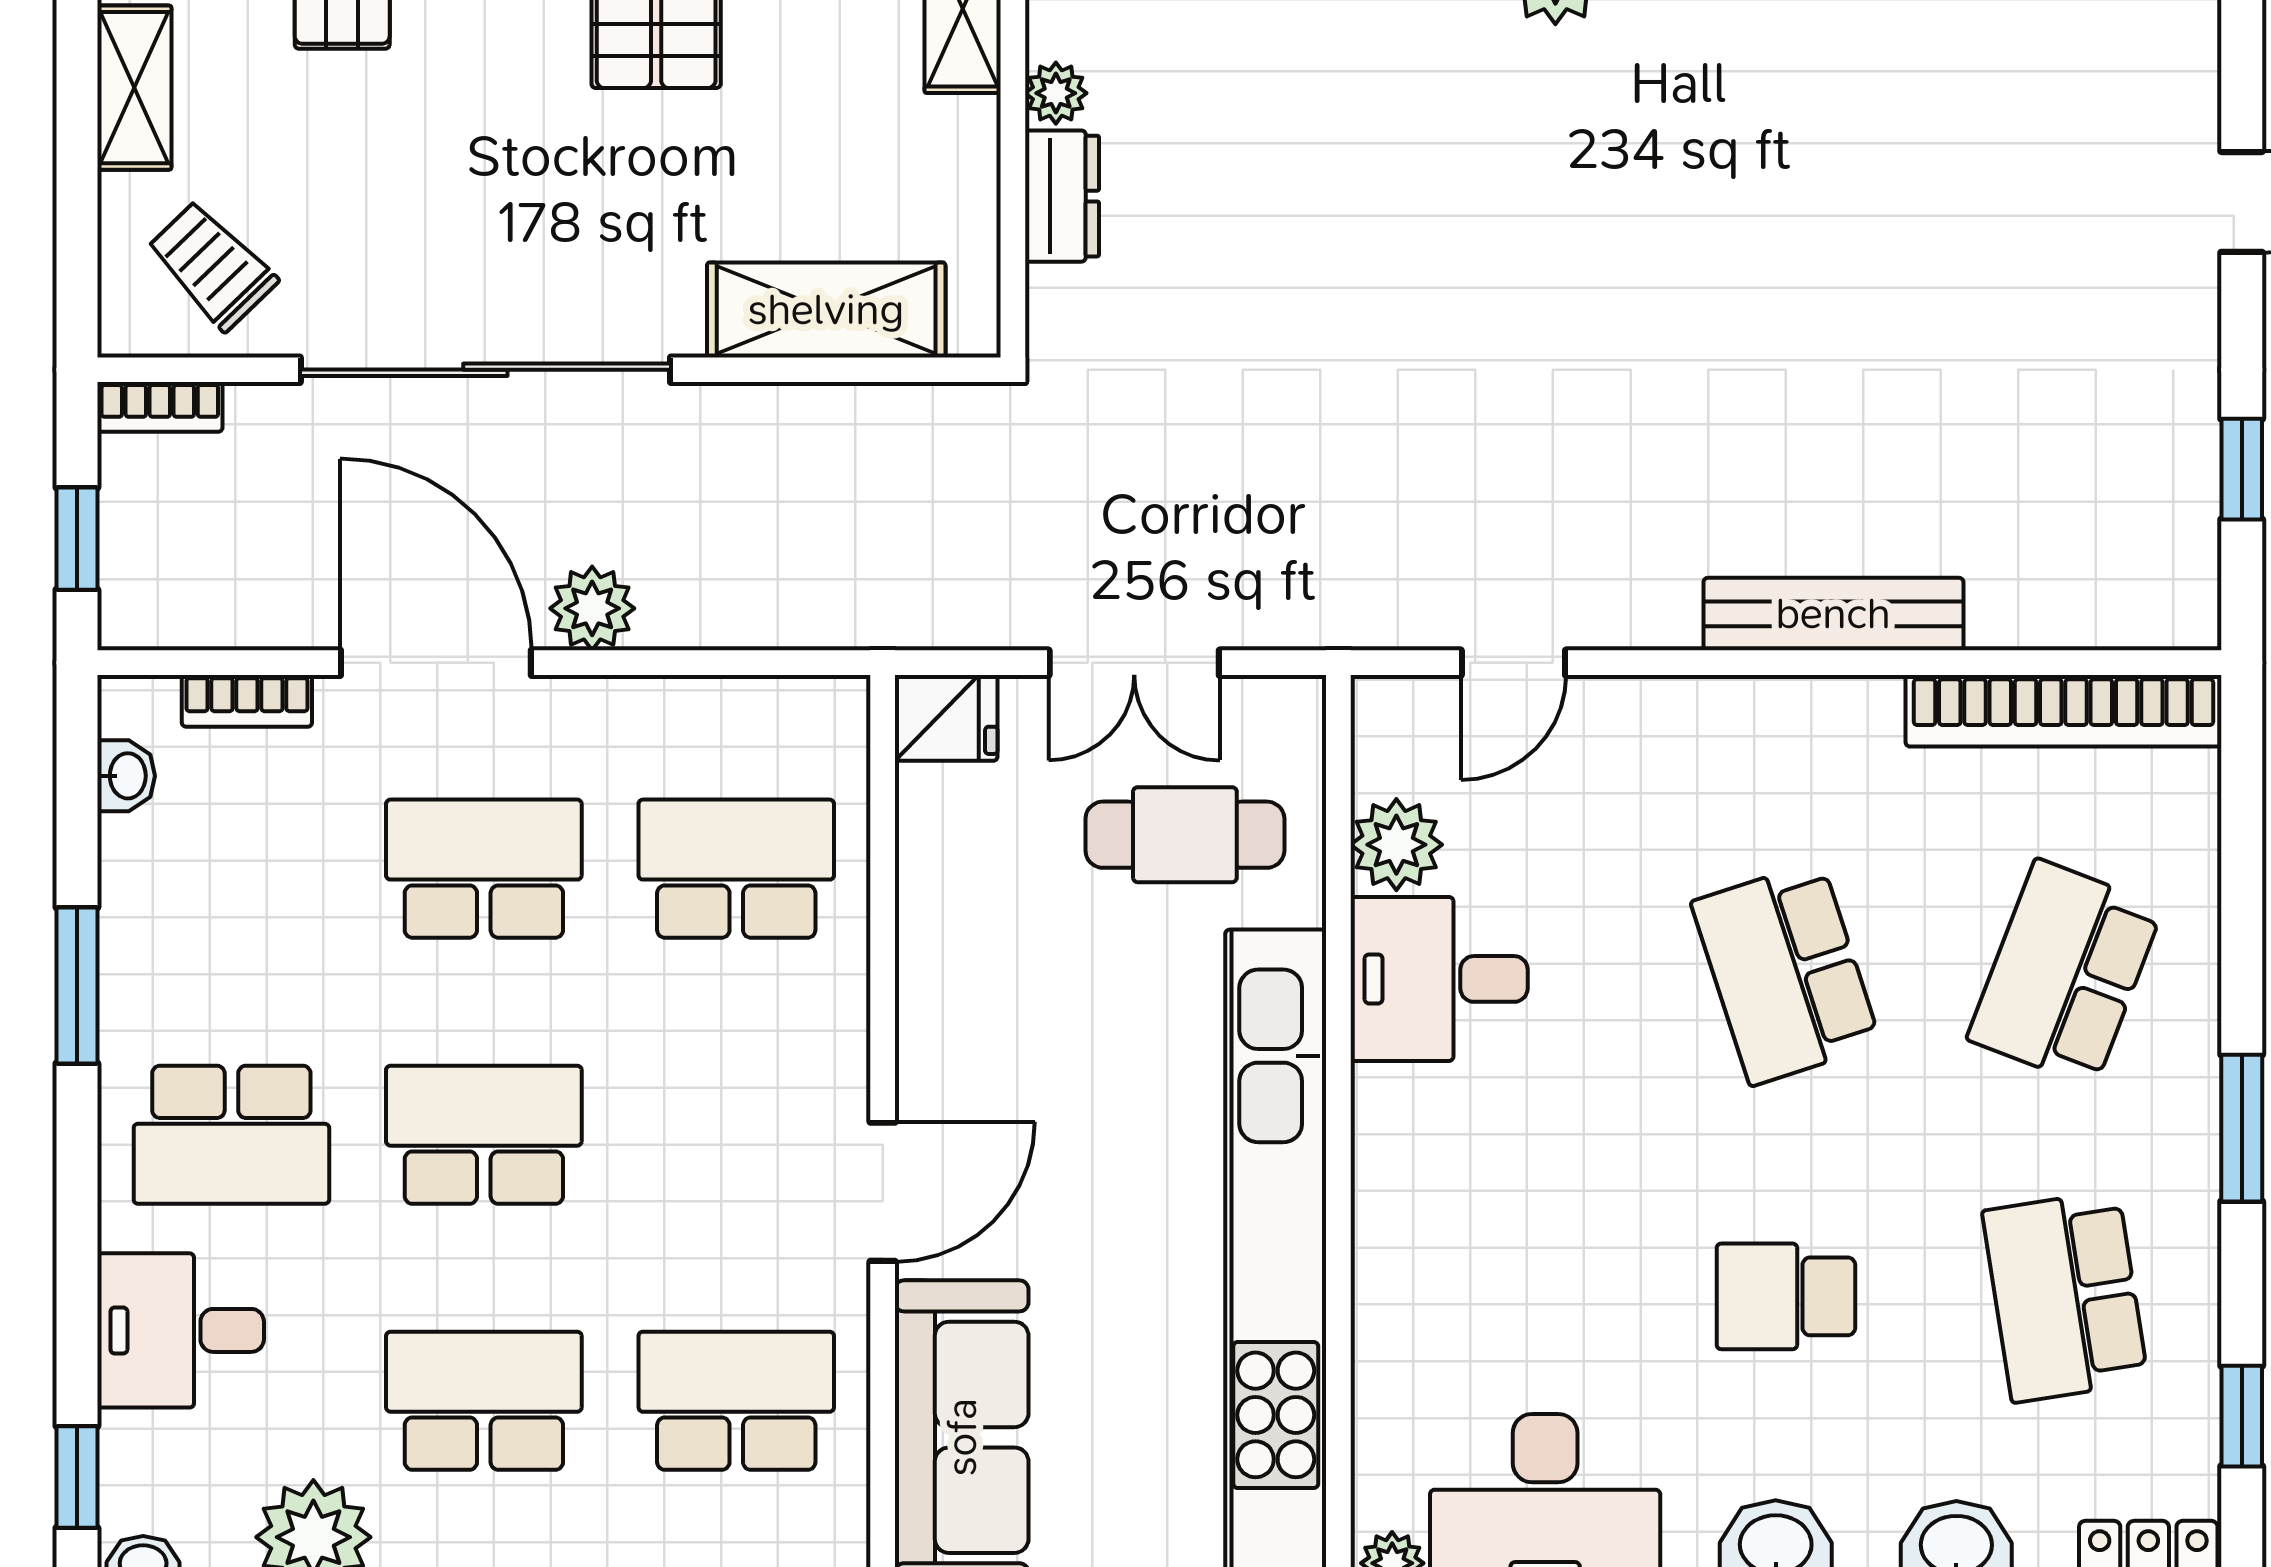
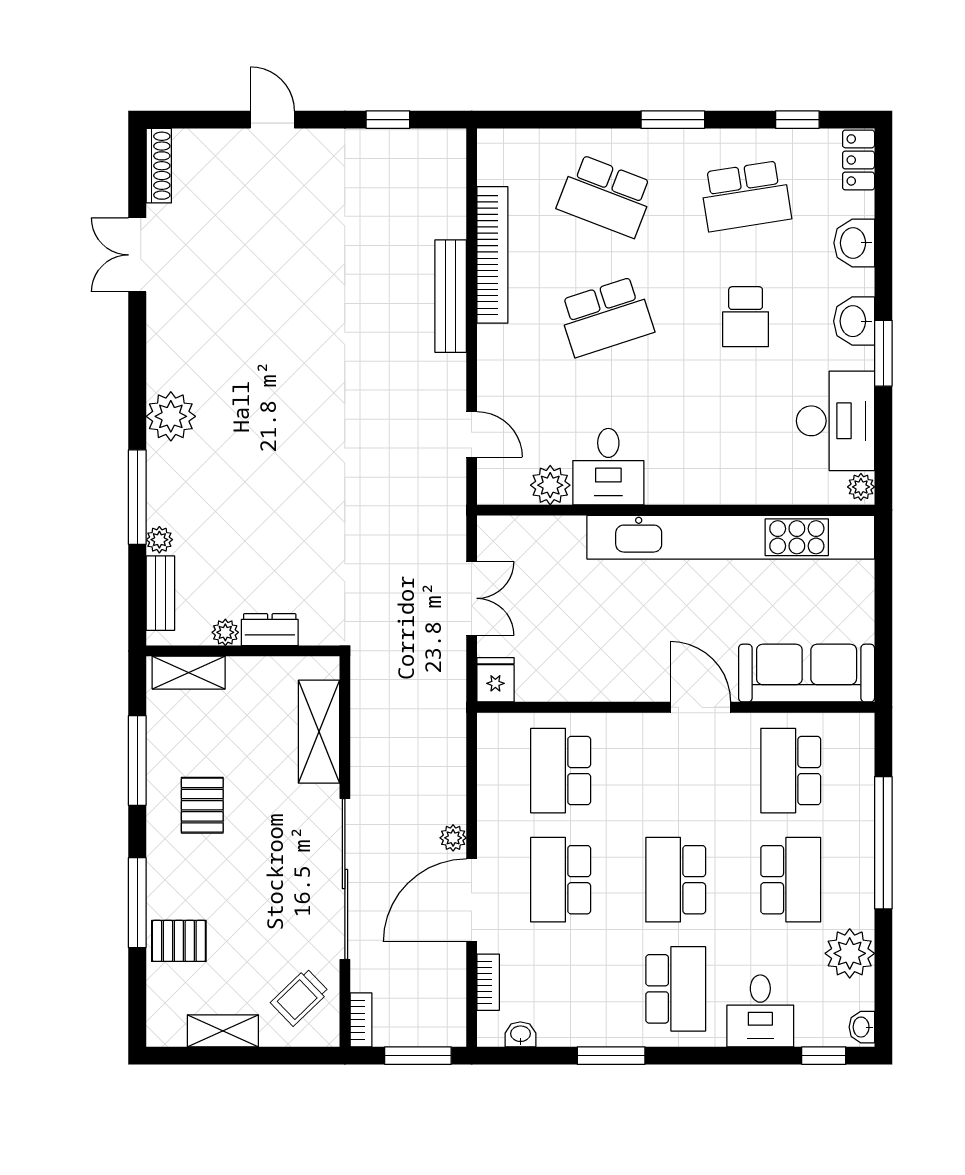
window: (77, 539) -> (418, 1056), width x1.50
plant: (592, 608) -> (453, 838), width x0.73, depth x0.73
bookcase: (2063, 711) -> (492, 255), moved
cafe table: (1185, 835) -> (546, 577), removed
school desk: (484, 1401) -> (791, 880), turned 180

